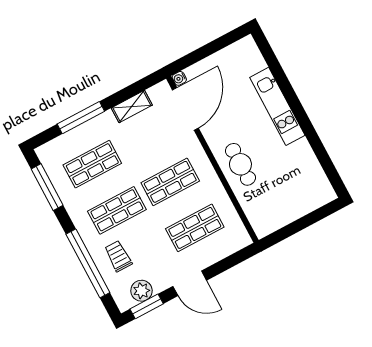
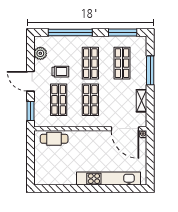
kitchen unit: (277, 106) -> (109, 179), width x1.36
cafe table: (240, 164) -> (54, 139), moved
trolley: (118, 256) -> (60, 72), moved
door: (190, 283) -> (30, 81), hinge flipped
window: (147, 306) -> (30, 111), moved

